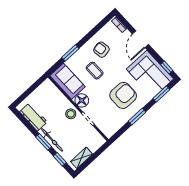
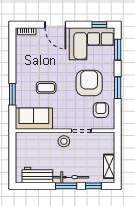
armchair: (101, 50) -> (101, 110), moved, turned 99
floor lamp: (82, 100) -> (61, 122), removed

